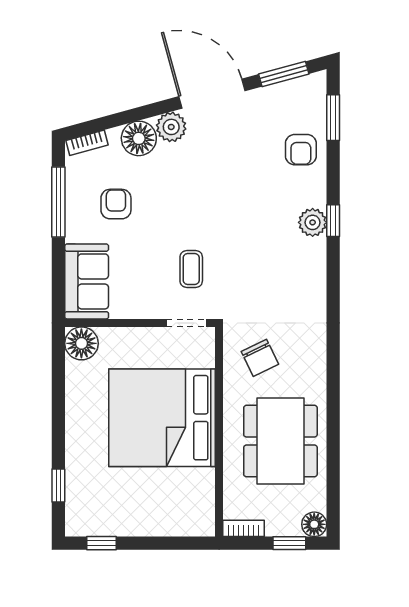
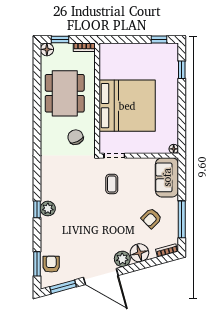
armchair: (301, 150) -> (51, 264), moved
armchair: (116, 204) -> (151, 218), turned 45
floor lamp: (81, 343) -> (174, 149), width x0.53, depth x0.53

